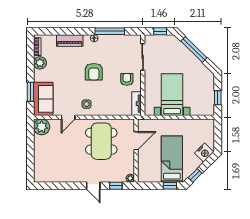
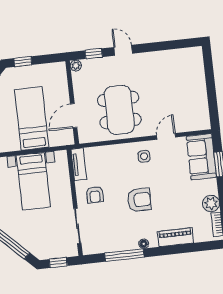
armchair: (94, 72) -> (139, 200), turned 90
plant: (42, 127) -> (199, 120), removed
bed: (172, 159) -> (32, 118), moved, turned 180

